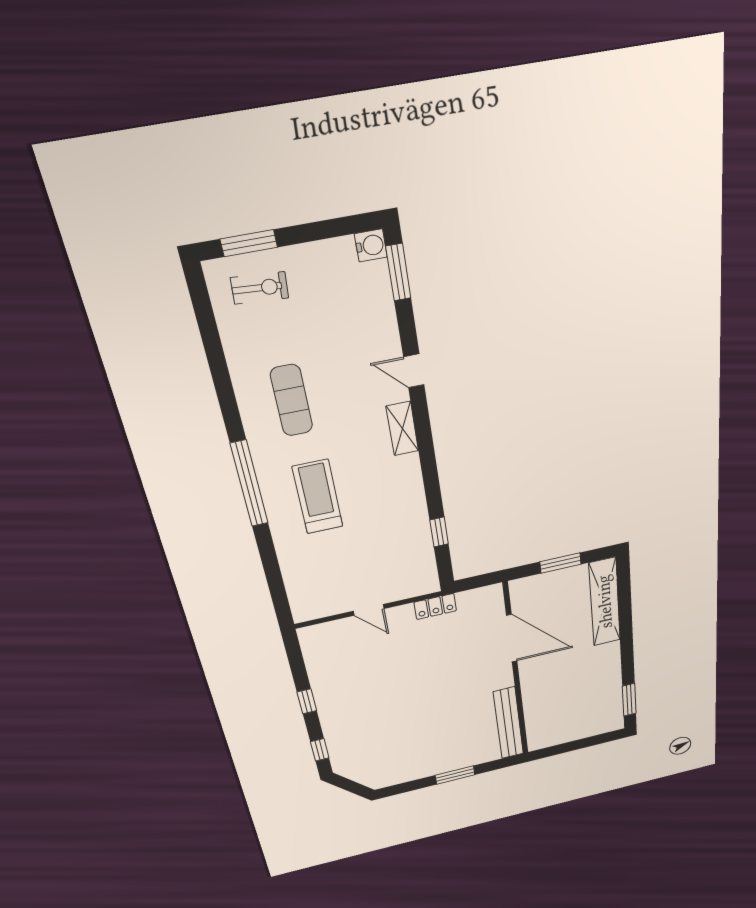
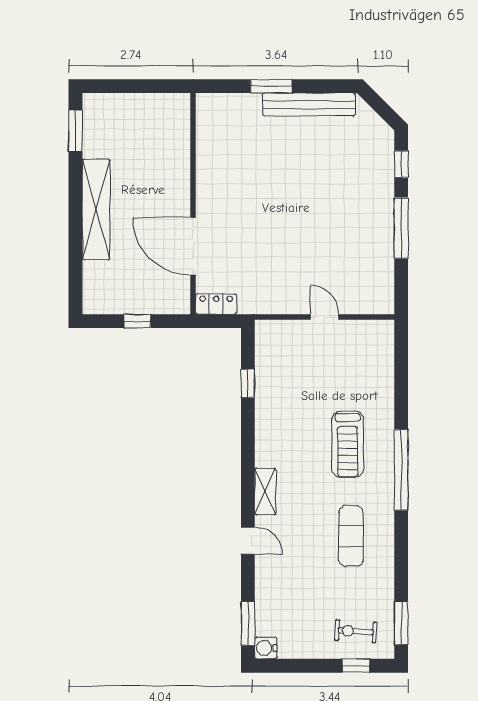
window: (249, 243) -> (356, 666), width x0.67
window: (203, 309) -> (401, 623), added
window: (560, 563) -> (137, 321), width x0.67
shelving: (605, 602) -> (96, 210), moved
locker: (435, 606) -> (216, 304), moved
window: (307, 701) -> (401, 228), width x2.17
bench: (508, 723) -> (309, 104), moved, turned 90

